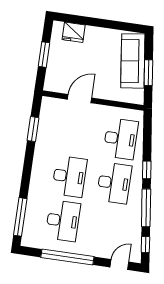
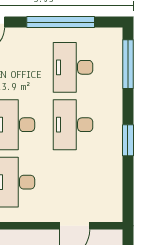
window: (33, 129) -> (128, 140), moved

